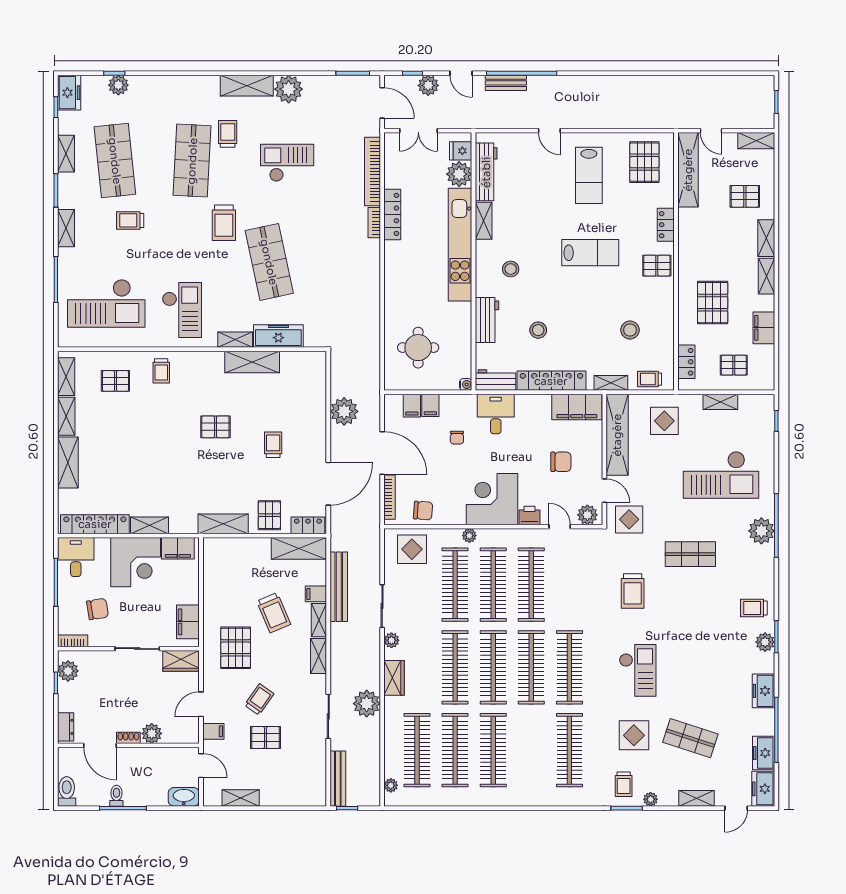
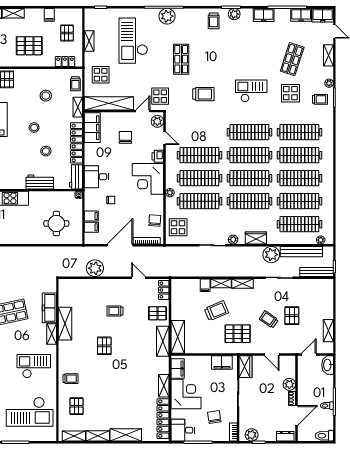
stool: (511, 269) -> (34, 128), moved
checkout: (106, 303) -> (30, 412), turned 90
filing cabinet: (764, 328) -> (49, 15), width x0.50
checkout: (721, 475) -> (133, 41), turned 180
door: (328, 484) -> (139, 278), width x0.53
door: (560, 527) -> (165, 138), swing flipped
shelving: (299, 548) -> (178, 337), moved
bench: (339, 587) -> (301, 252), moved
filing cabinet: (213, 731) -> (288, 347), removed
clothes rail: (531, 750) -> (299, 155), added

